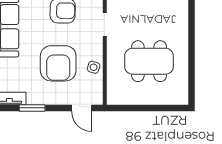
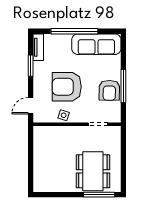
window: (192, 23) -> (99, 195), added
dining table: (149, 61) -> (93, 171), moved

